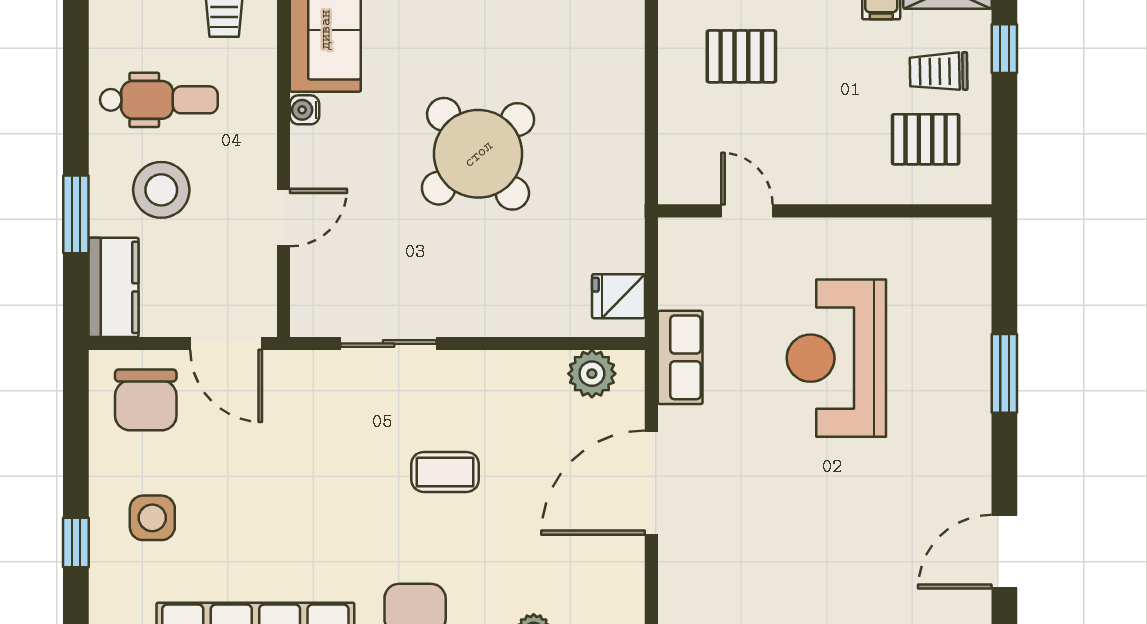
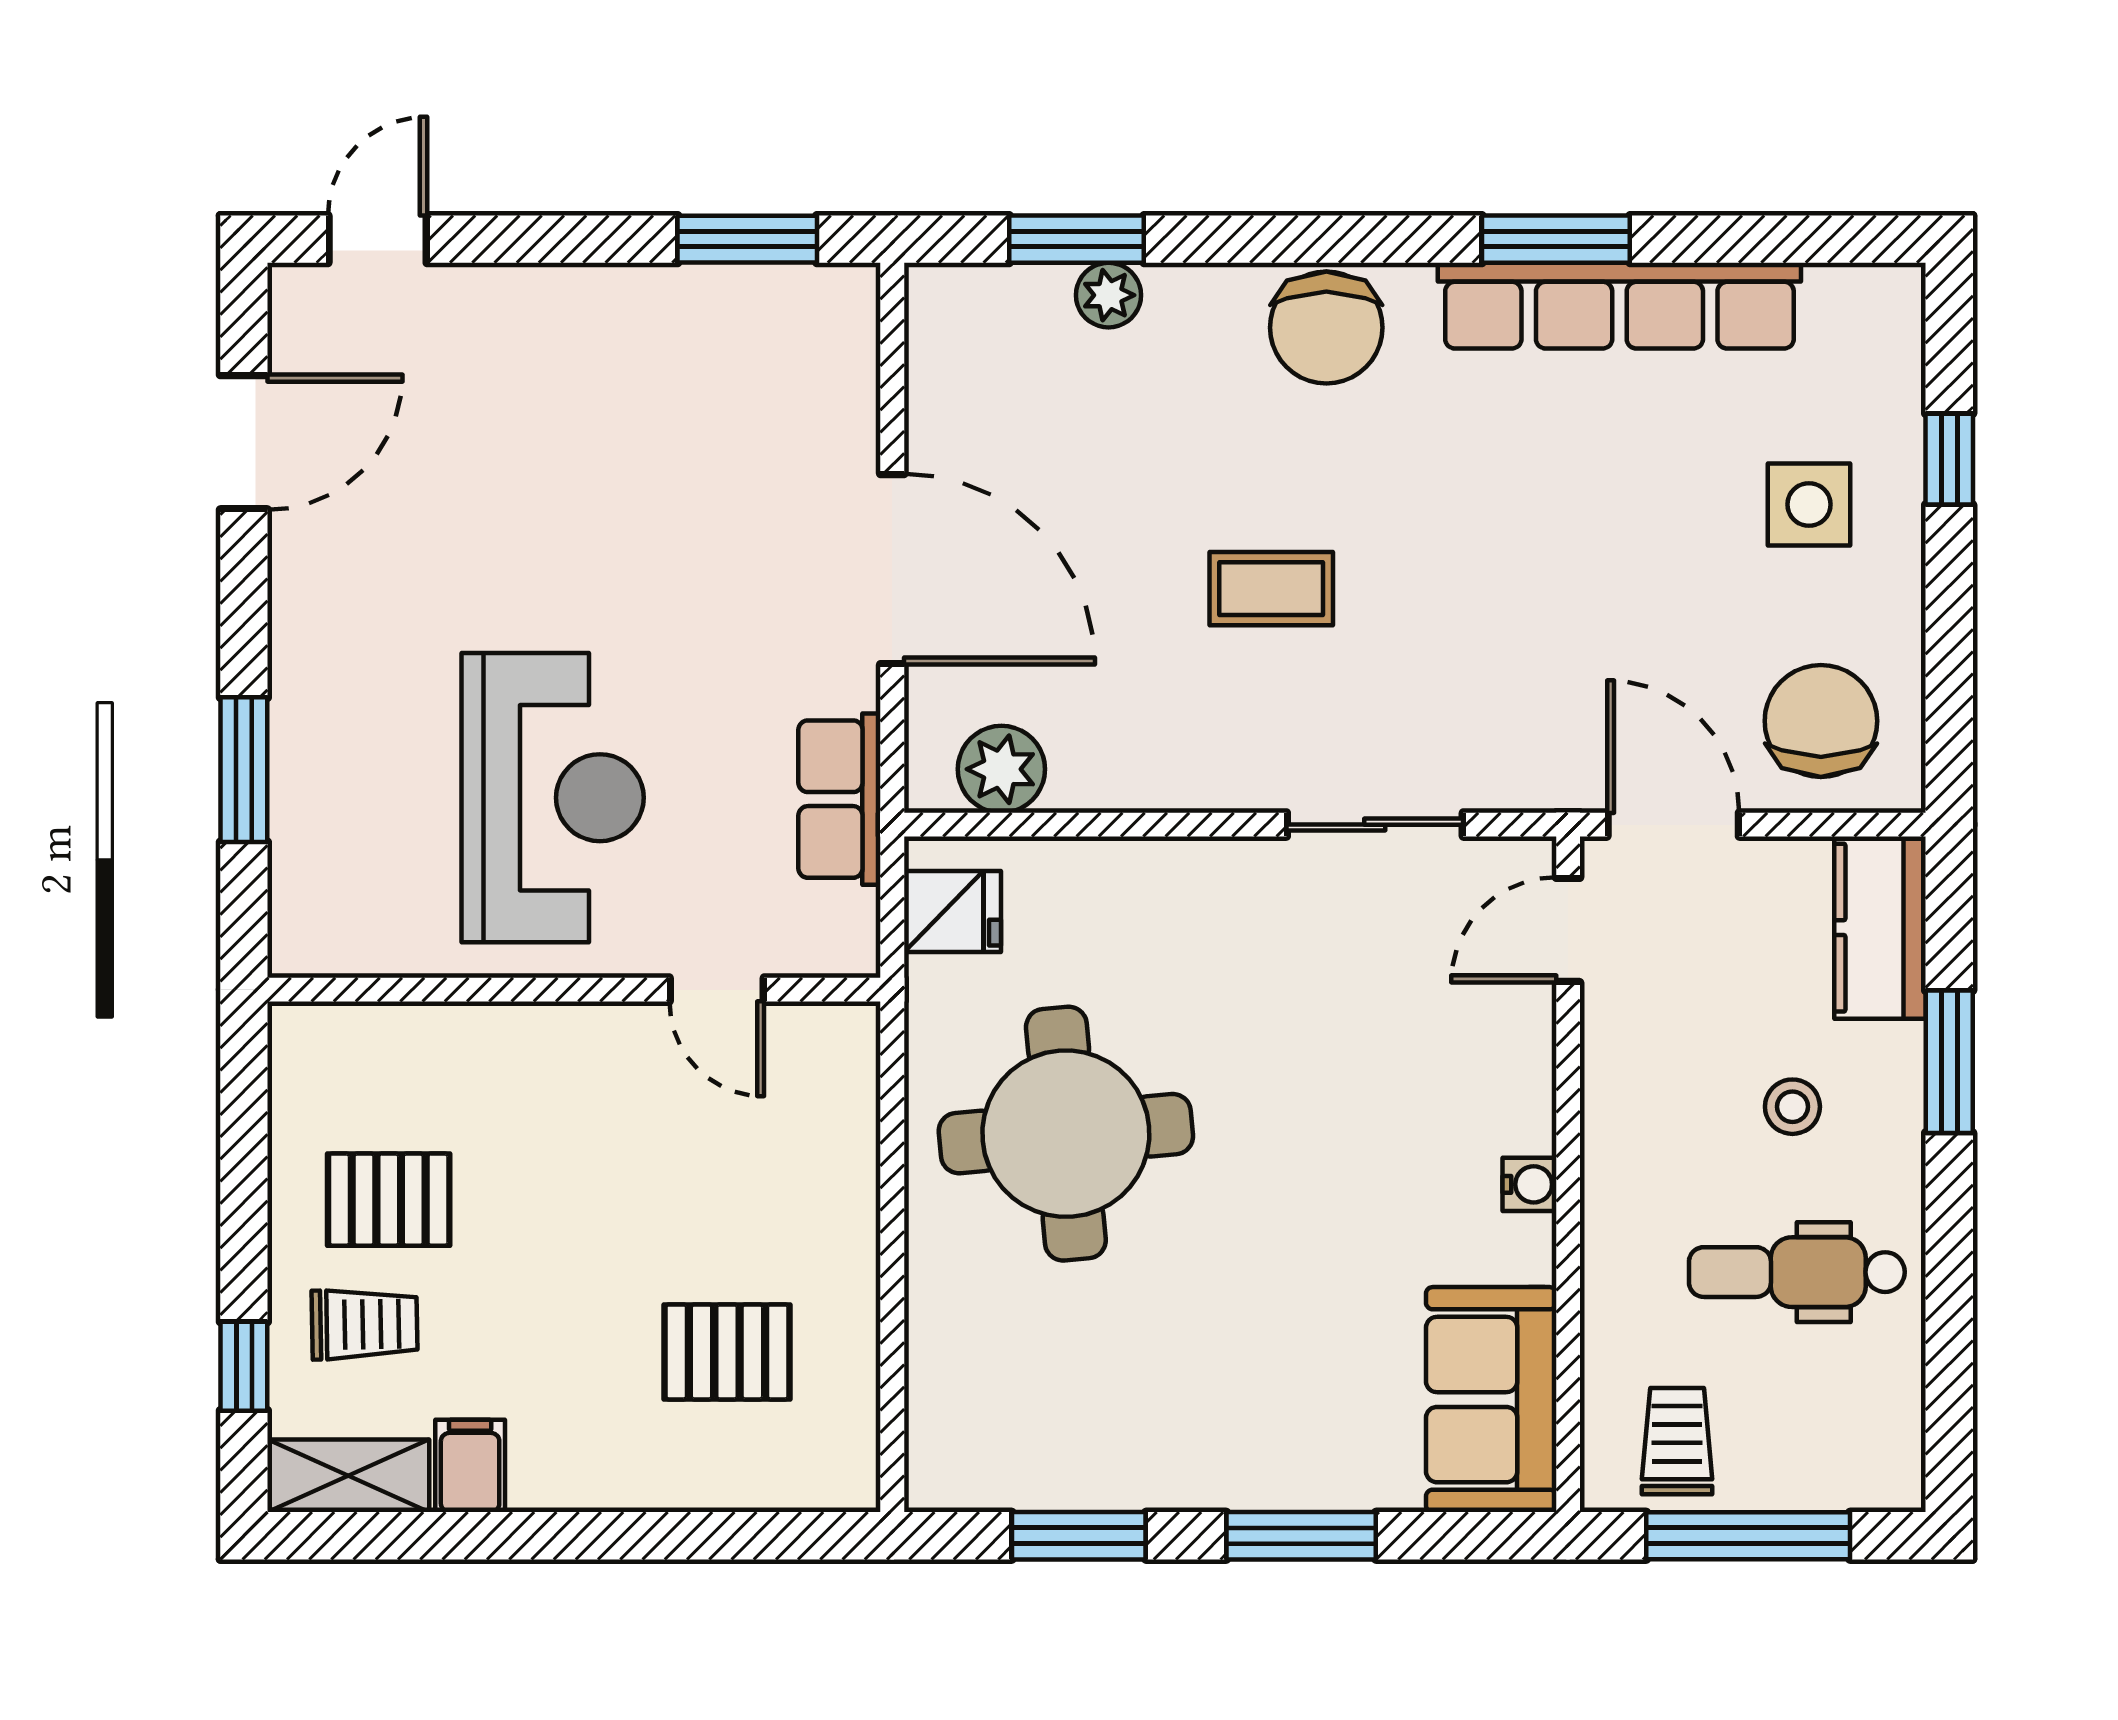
water cooler: (304, 110) -> (1529, 1184), moved
round table: (478, 154) -> (1066, 1134), moved, turned 36
stool: (161, 190) -> (1792, 1107), width x0.53, depth x0.53
door: (747, 211) -> (717, 990), moved
wall: (825, 211) -> (574, 990), moved
door: (283, 218) -> (1568, 930), moved
door: (651, 483) -> (892, 569), hinge flipped

